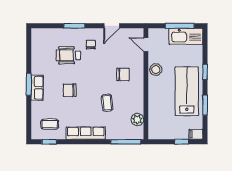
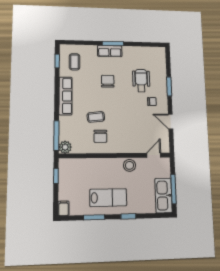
chair: (123, 74) -> (100, 136), moved
lab bench: (187, 91) -> (108, 198), width x0.73, depth x0.72
plant: (137, 120) -> (65, 147), moved
window: (182, 142) -> (56, 176), moved

